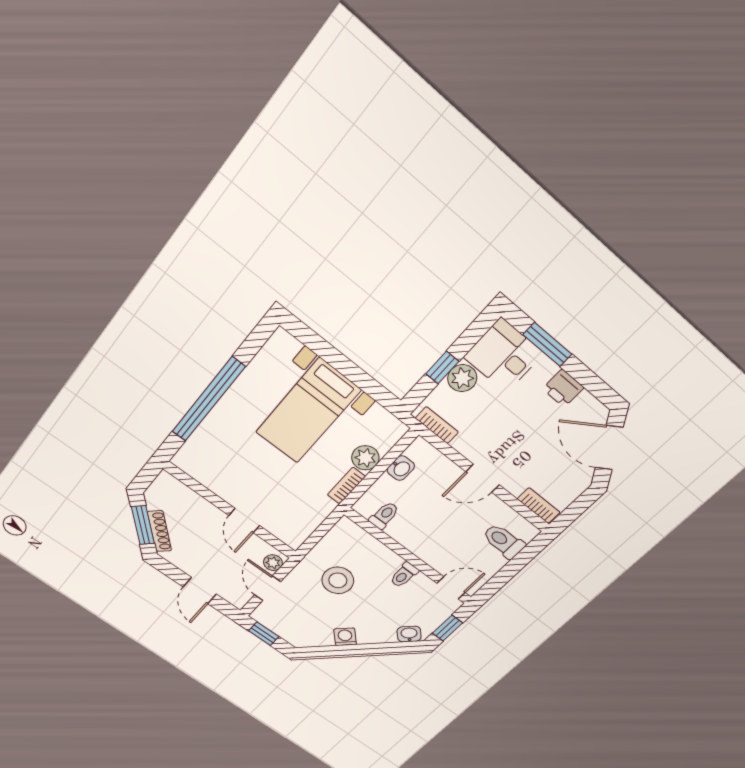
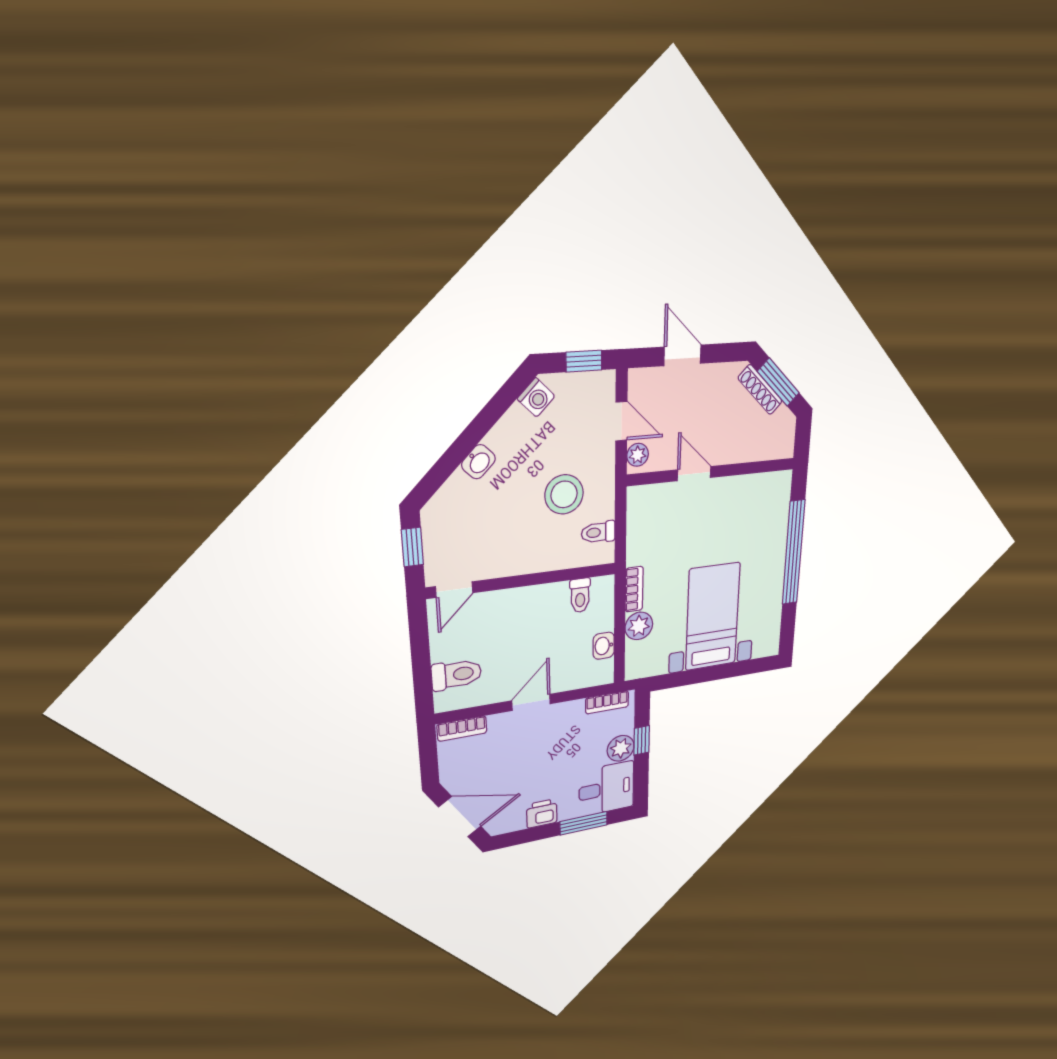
toilet: (404, 575) -> (598, 532), moved, turned -90
washbasin: (409, 634) -> (478, 462), moved
washing machine: (345, 637) -> (536, 397), moved

